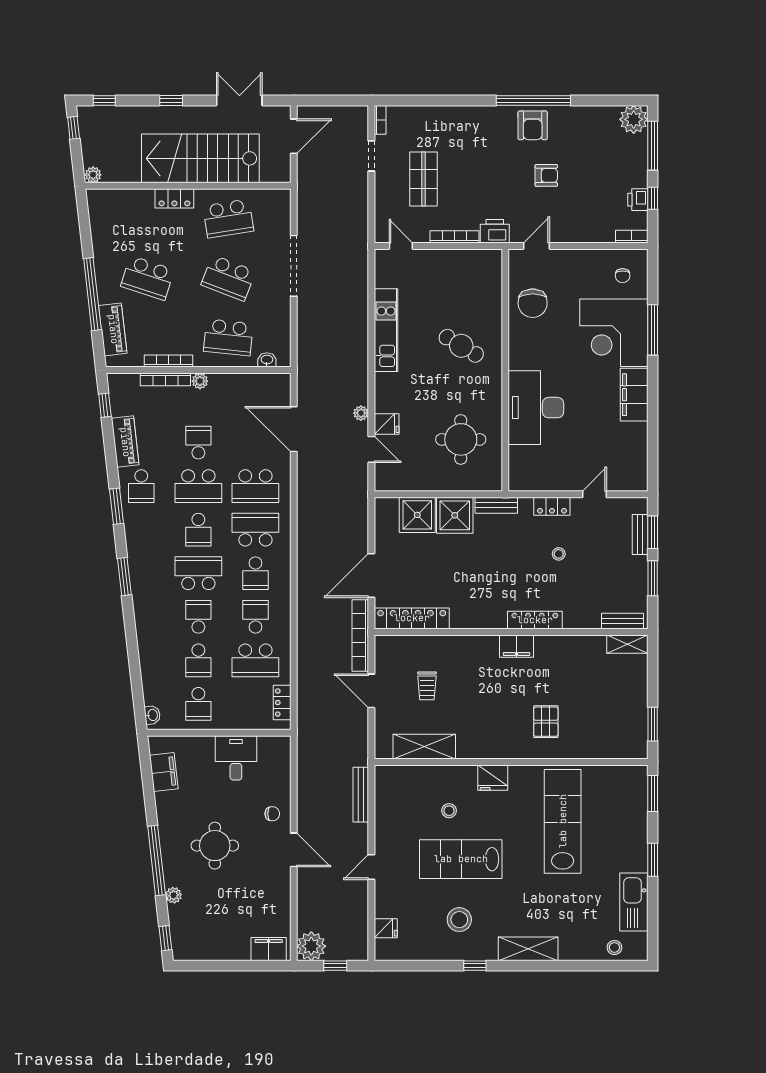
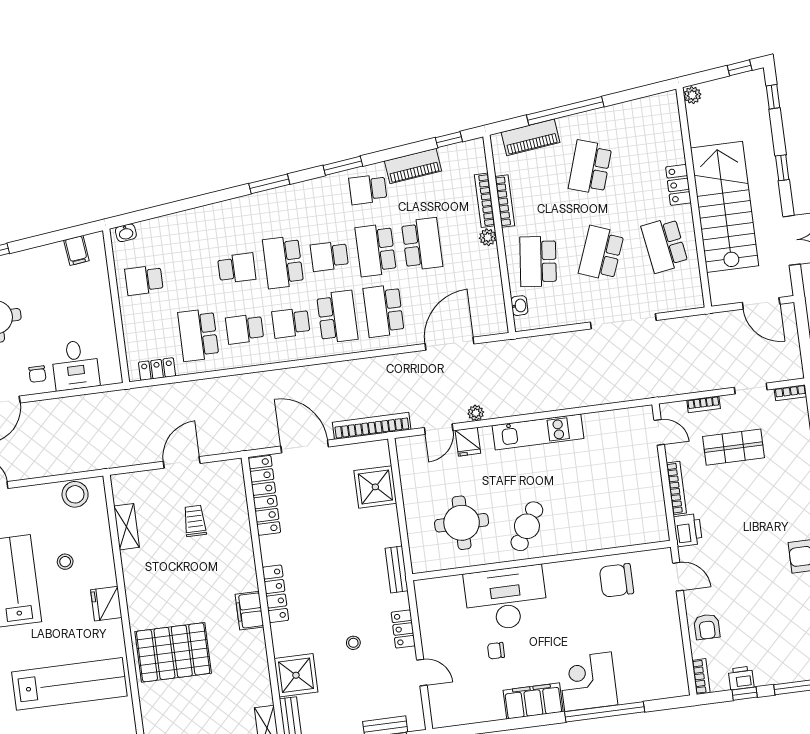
armchair: (546, 175) -> (707, 627), moved
bookcase: (380, 202) -> (704, 404), added
door: (401, 246) -> (659, 432), hinge flipped
chair: (623, 276) -> (496, 651), moved
kitchen unit: (386, 330) -> (538, 432), moved
window: (653, 330) -> (605, 712), width x1.46
corner desk: (614, 333) -> (588, 682), width x0.74, depth x0.74
cafe table: (461, 346) -> (527, 526), moved
school desk: (198, 443) -> (422, 244), width x1.85
shower: (455, 515) -> (296, 675), moved
school desk: (198, 573) -> (283, 262), turned 180
school desk: (255, 617) -> (245, 329), turned 180
locker: (535, 620) -> (275, 594), moved
bookcase: (360, 635) -> (372, 426), moved
school desk: (198, 660) -> (190, 274), removed
trolley: (427, 686) -> (195, 521), turned 90
pallet: (546, 722) -> (173, 652), width x2.05, depth x2.00
shelving: (424, 747) -> (127, 527), width x0.67, depth x0.75
desk: (236, 758) -> (75, 365), moved, turned 90
filing cabinet: (164, 772) -> (76, 250), width x0.50
stool: (388, 793) -> (75, 494), added
bench: (361, 795) -> (70, 465), removed

